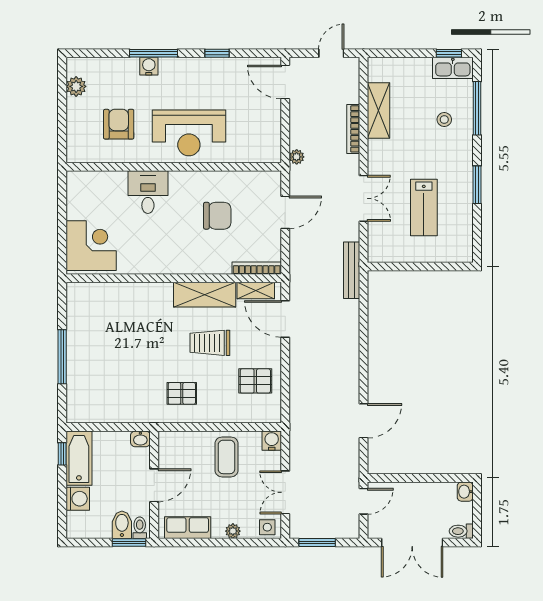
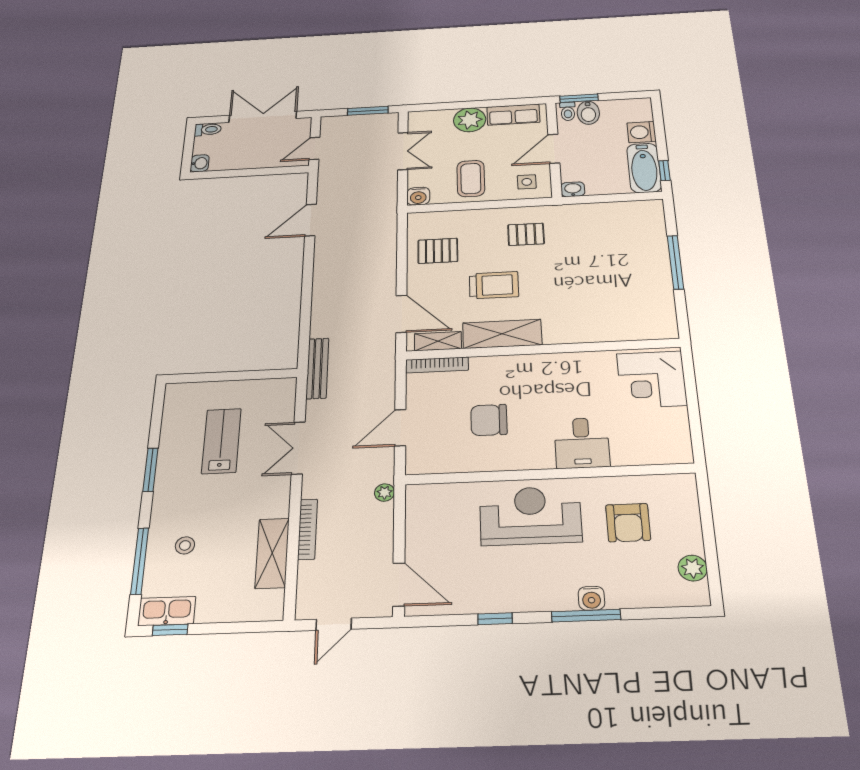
side table: (267, 527) -> (527, 182), moved
plant: (233, 531) -> (470, 120), width x1.88, depth x1.88

